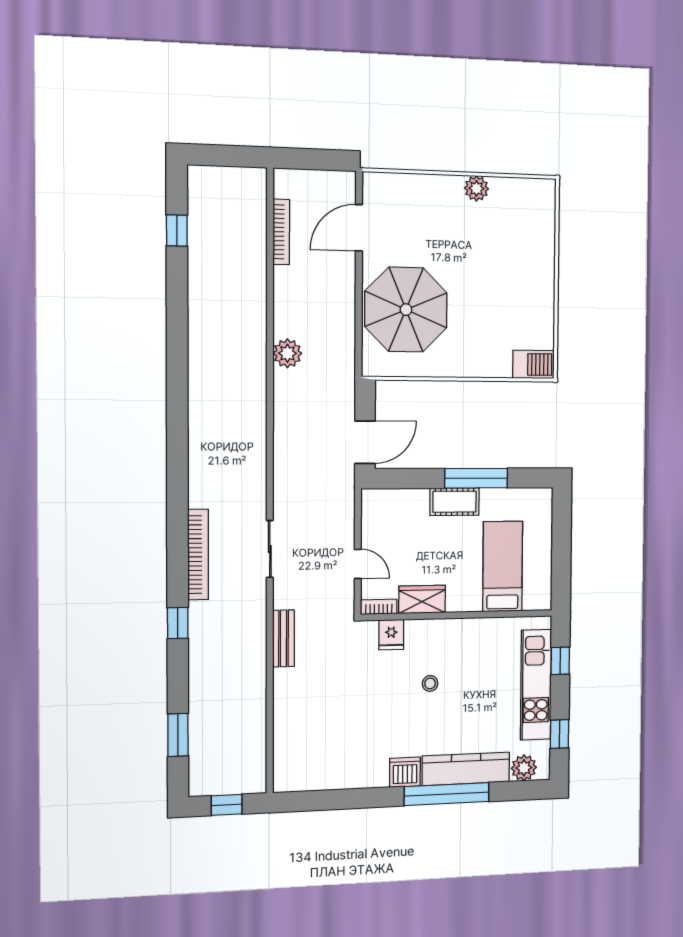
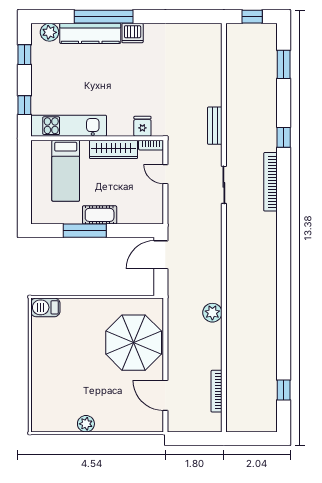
door: (359, 228) -> (165, 395), swing flipped
wardrobe: (422, 599) -> (113, 149), width x1.50
stool: (430, 683) -> (116, 93), removed
kitchen unit: (536, 685) -> (69, 126), moved, turned -90

